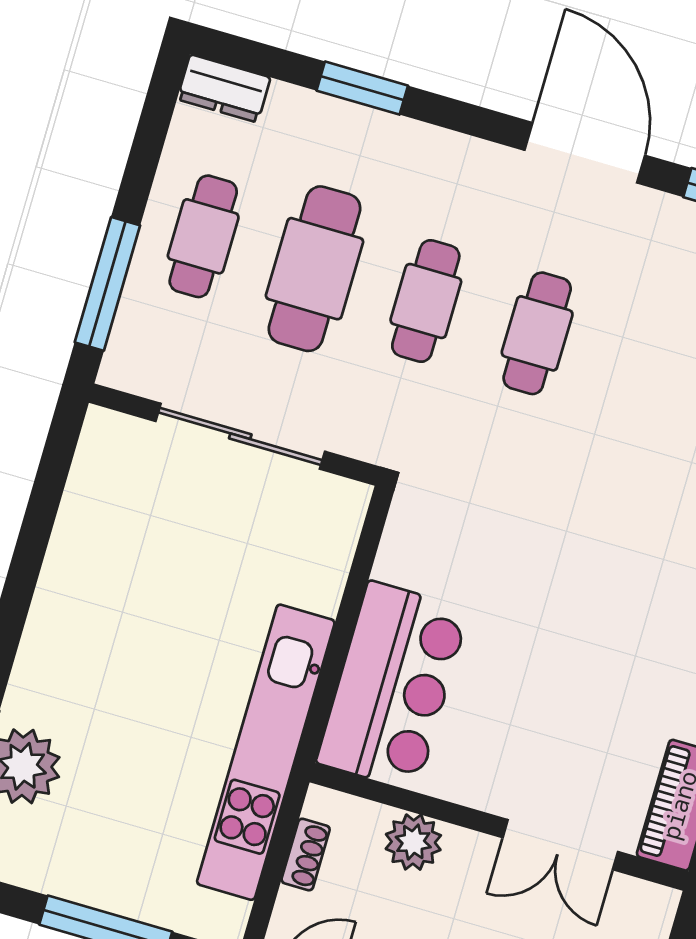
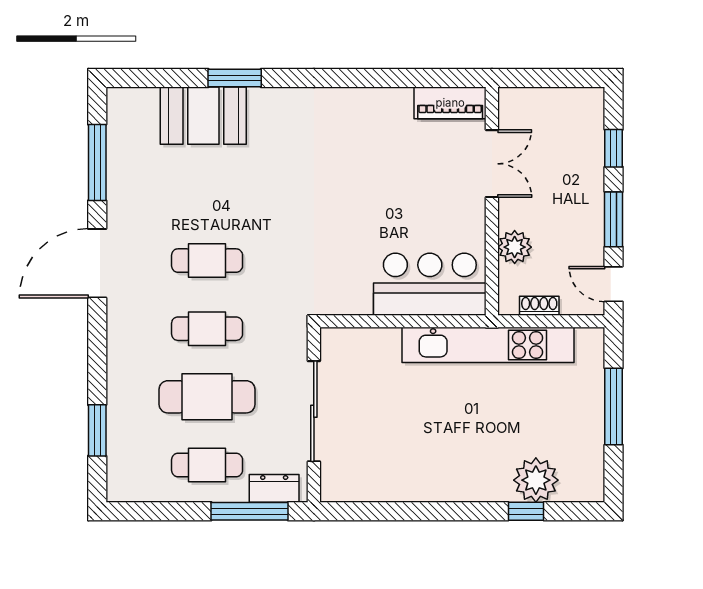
dresser: (224, 88) -> (274, 488), moved, turned -90
window: (362, 88) -> (97, 430), moved

